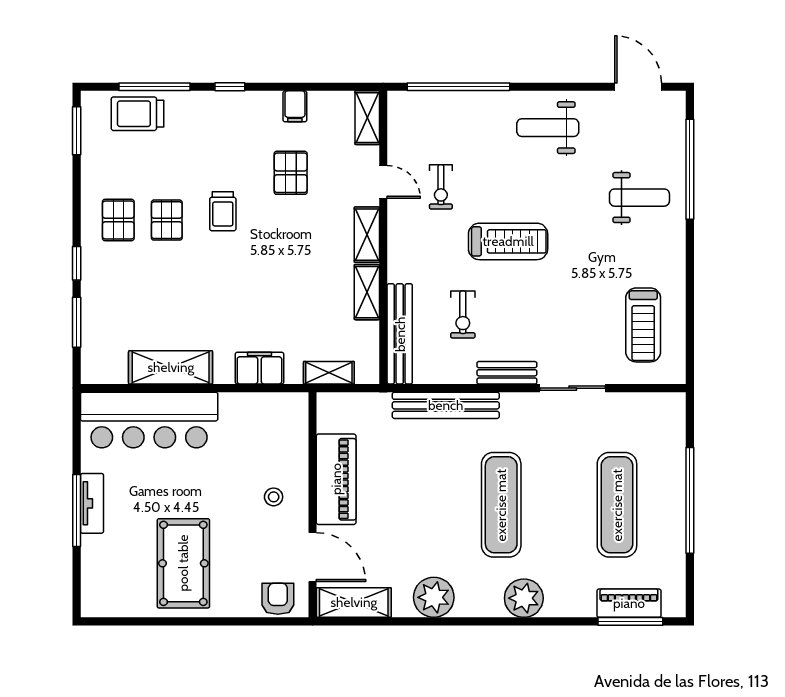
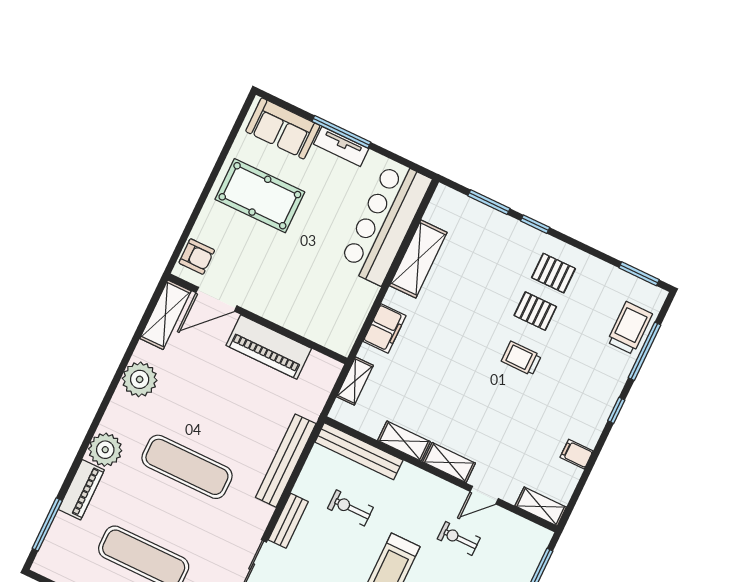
pallet: (291, 173) -> (526, 426), removed
stool: (274, 497) -> (278, 291), removed
sofa: (102, 573) -> (283, 128), added
piano: (629, 603) -> (81, 490), moved

